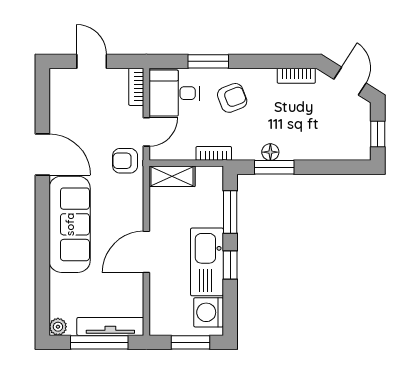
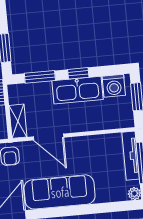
door: (146, 252) -> (49, 137), moved

